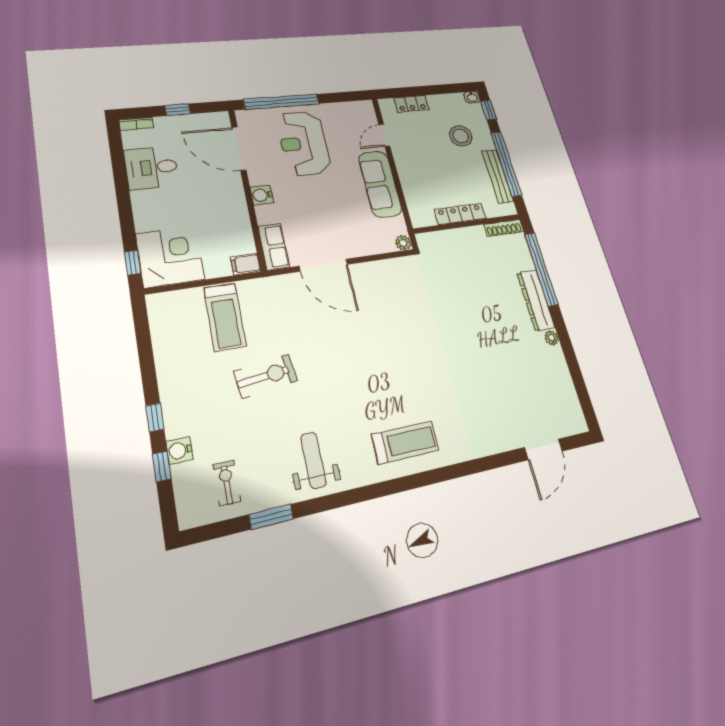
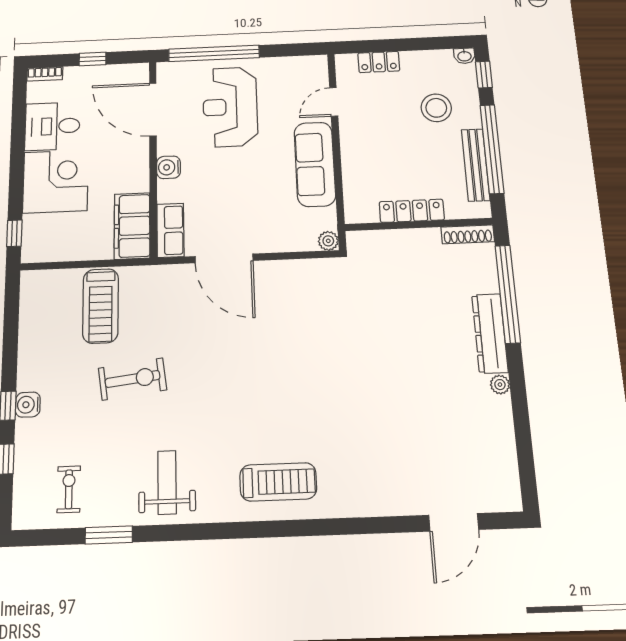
corner desk: (170, 257) -> (55, 181), moved
filing cabinet: (246, 264) -> (132, 226), width x3.00, depth x1.17
water cooler: (179, 450) -> (28, 405), moved

